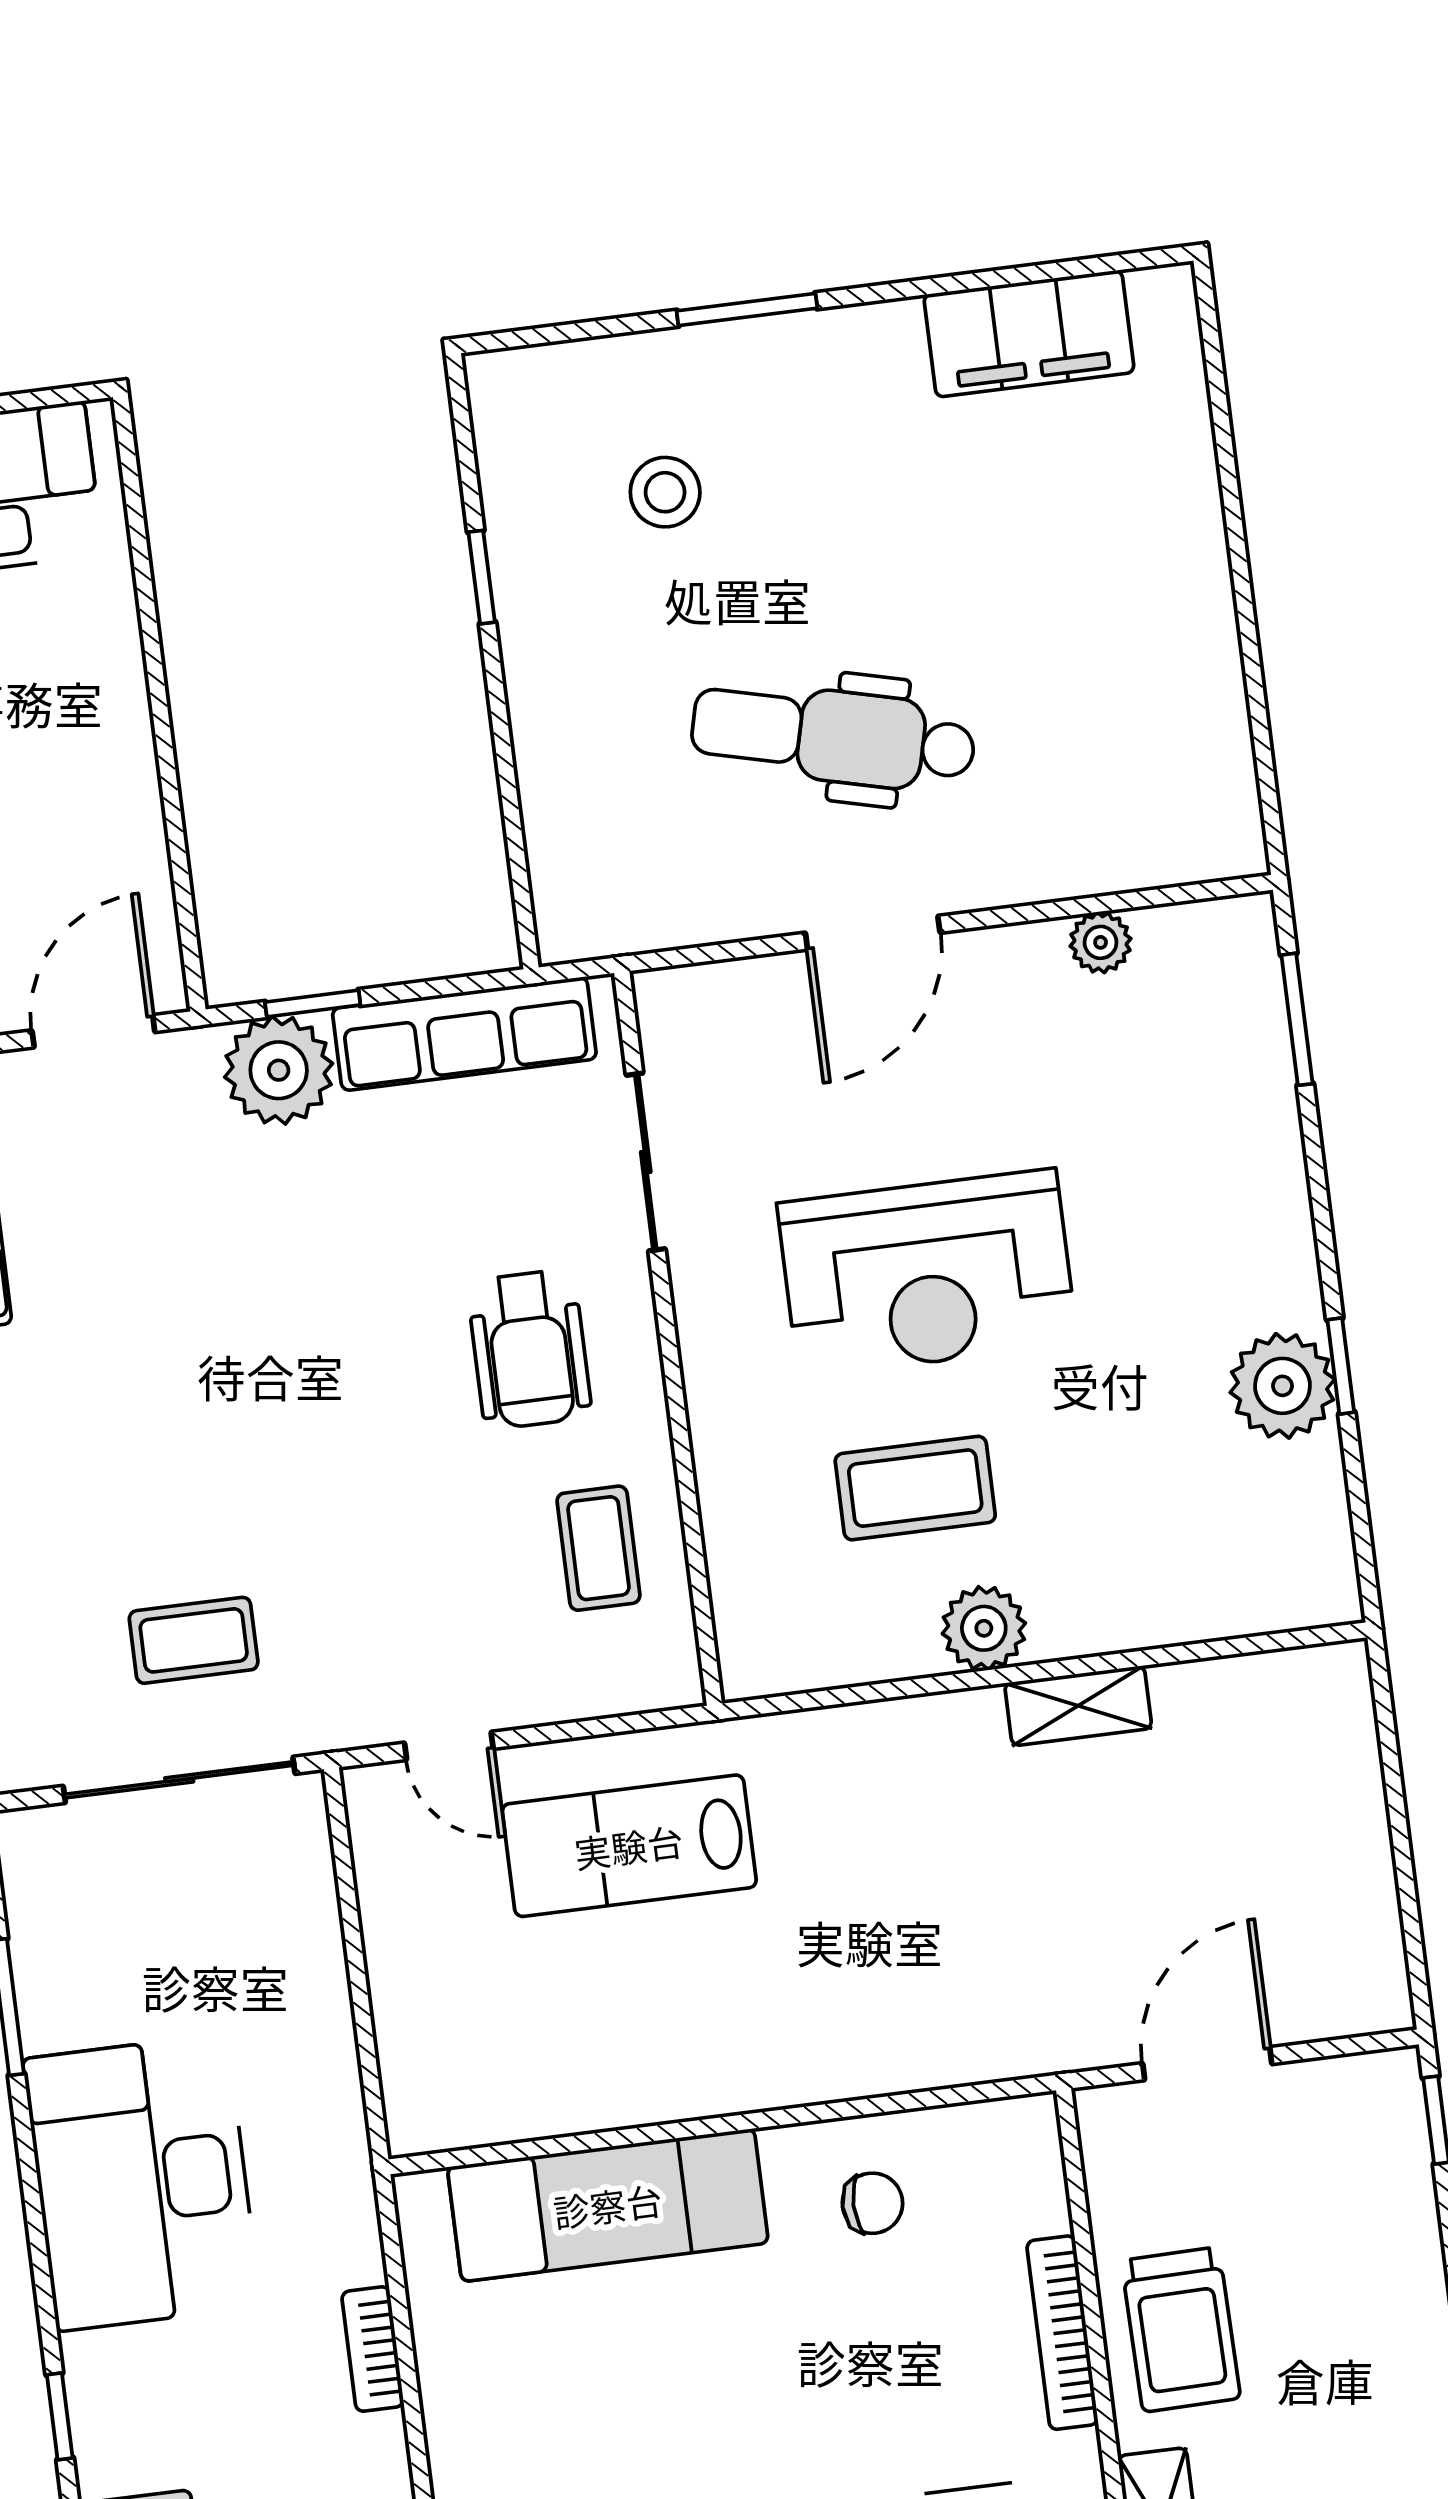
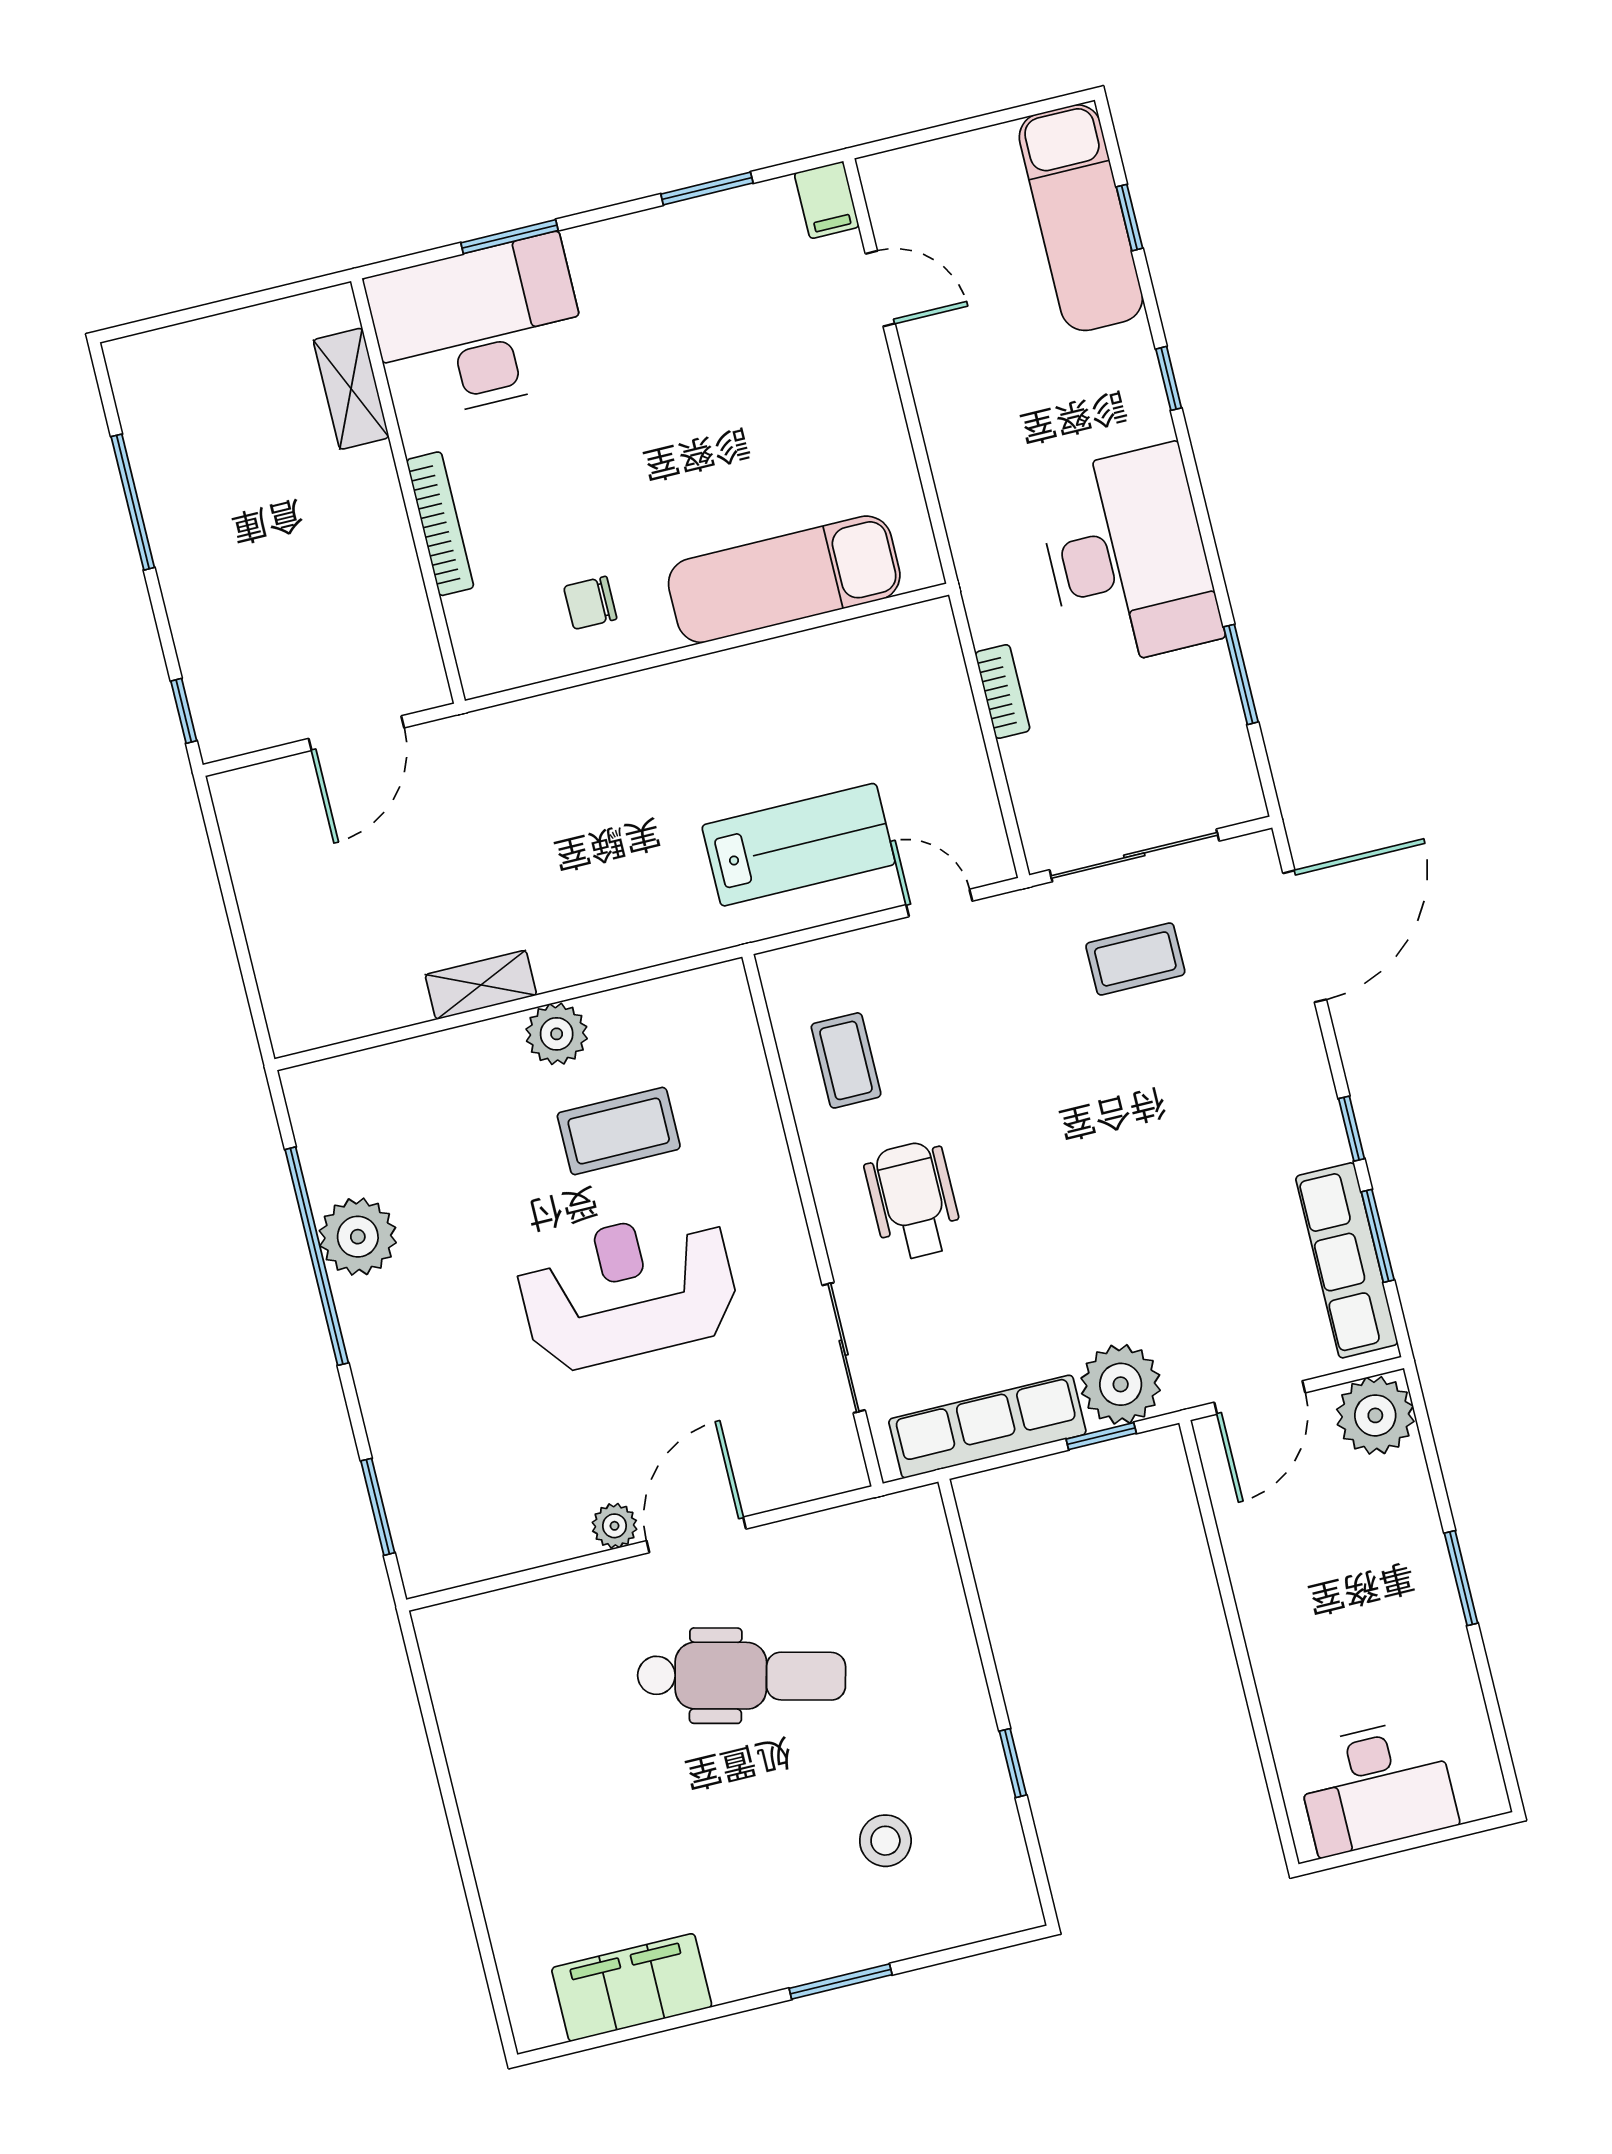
plant: (1101, 942) -> (615, 1526), moved
window: (1341, 1366) -> (317, 1256), width x3.17
trolley: (1181, 2329) -> (353, 536), removed
bookcase: (373, 2349) -> (1003, 692), moved

